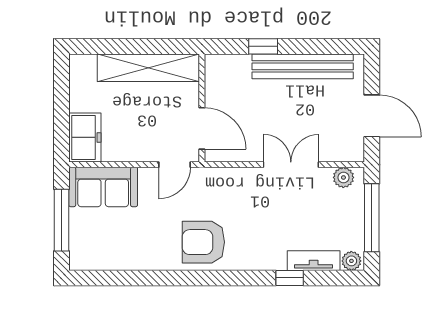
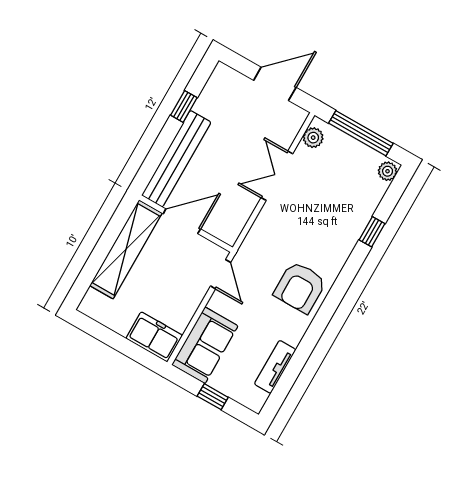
window: (263, 46) -> (184, 106), moved
bench: (303, 66) -> (176, 159), moved
door: (202, 128) -> (182, 221), moved
window: (61, 220) -> (213, 397), width x0.46
tv unit: (314, 261) -> (275, 367), moved

